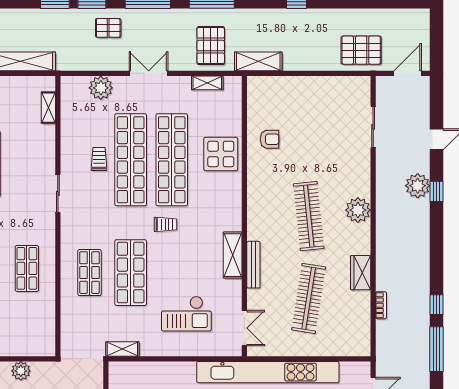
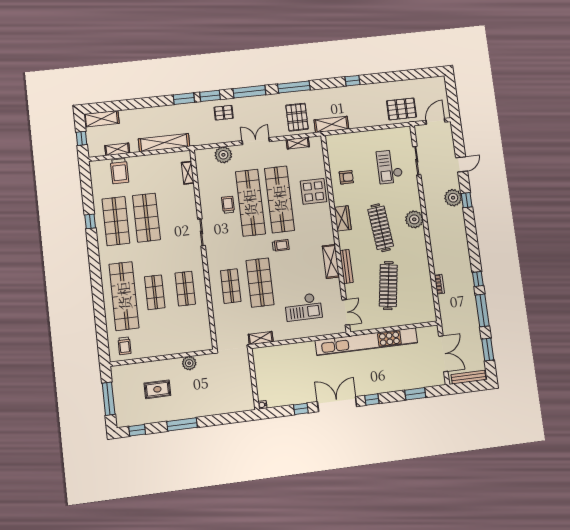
checkout: (333, 131) -> (390, 167), added
wardrobe: (361, 273) -> (343, 218), moved, turned 180

